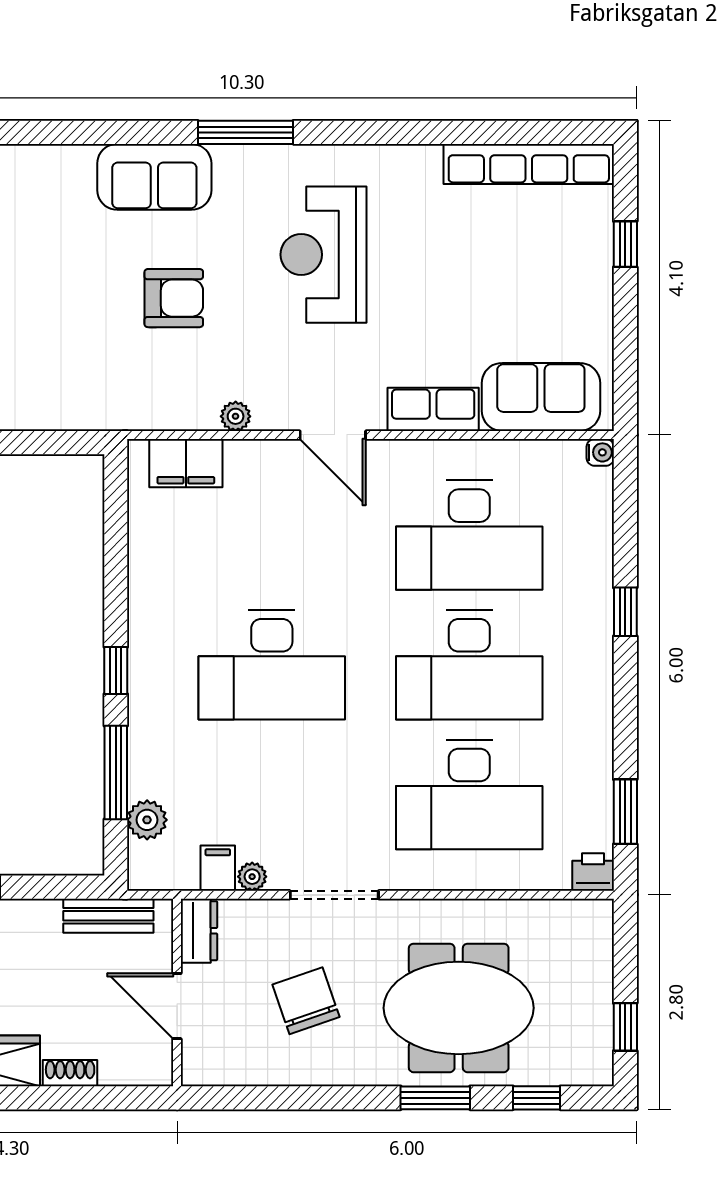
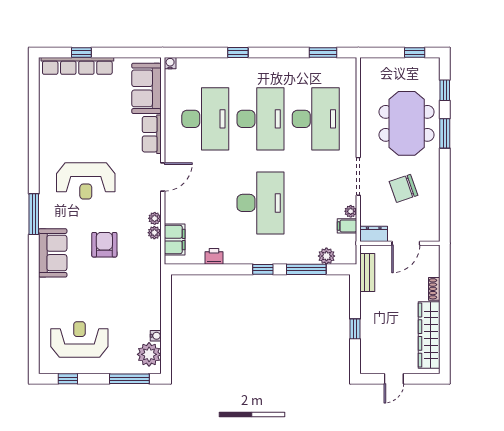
row of seats: (529, 164) -> (77, 66), moved, turned 90
plant: (202, 416) -> (154, 233), added
printer: (593, 872) -> (214, 256), moved, turned 90

